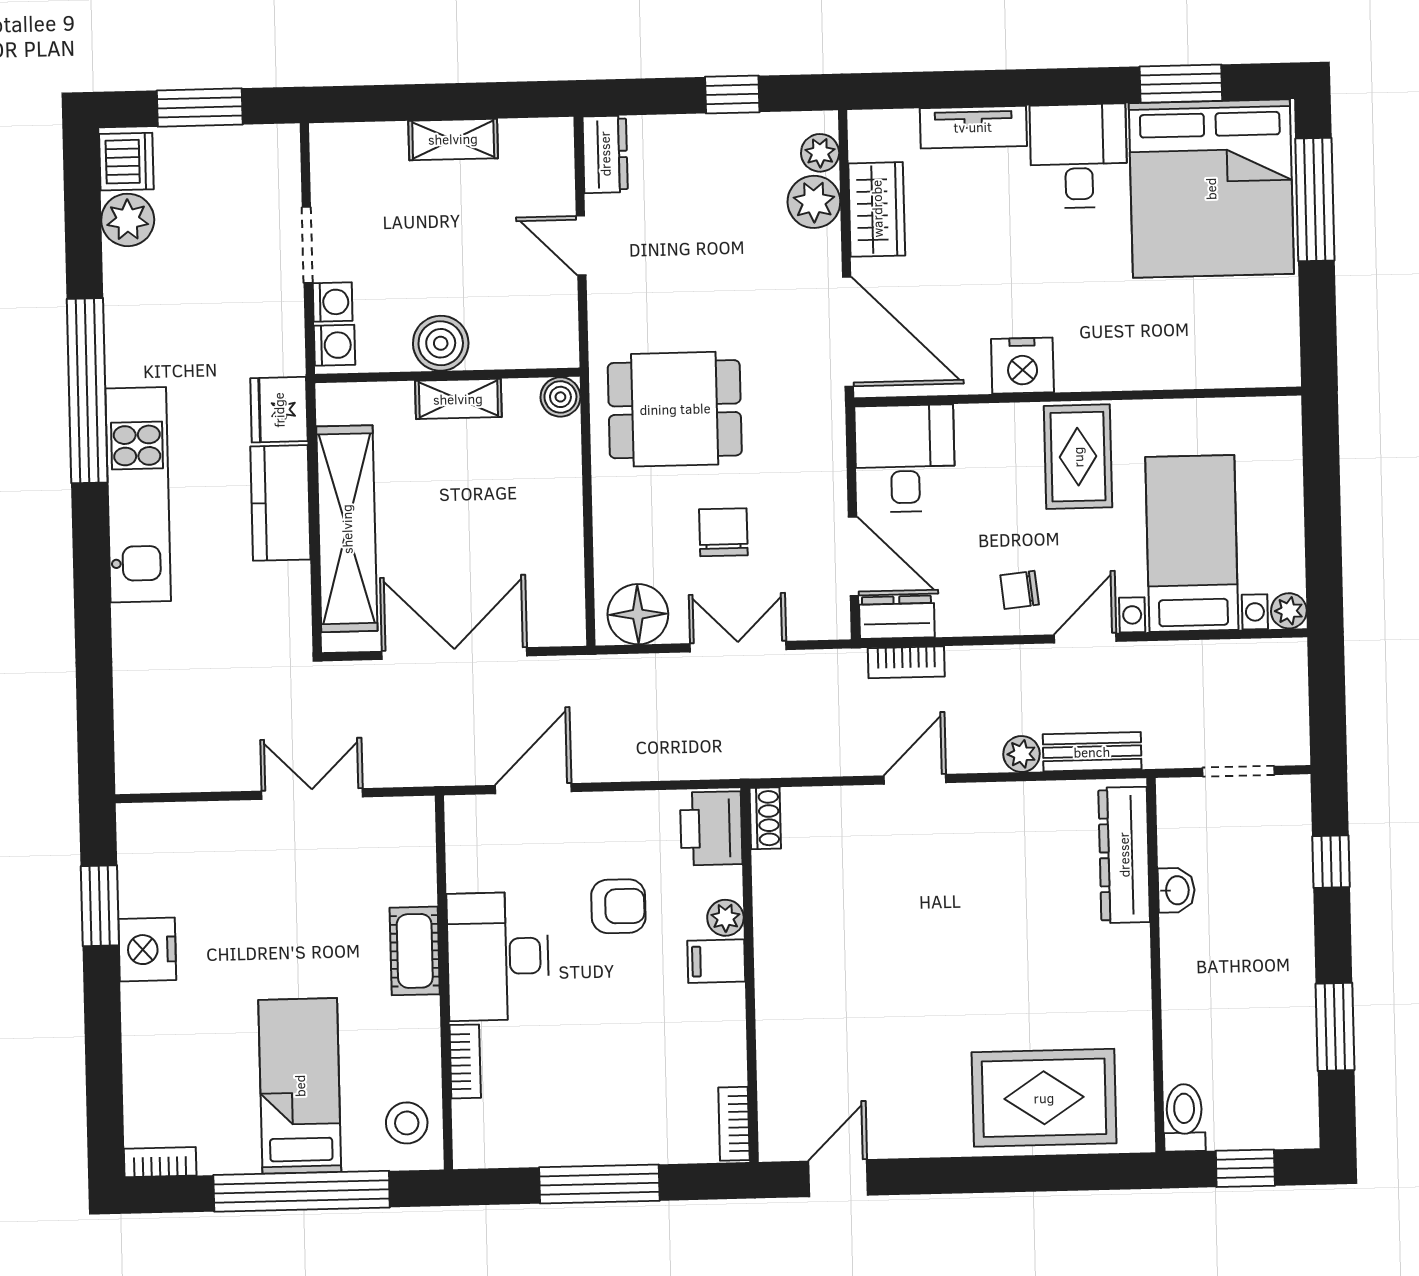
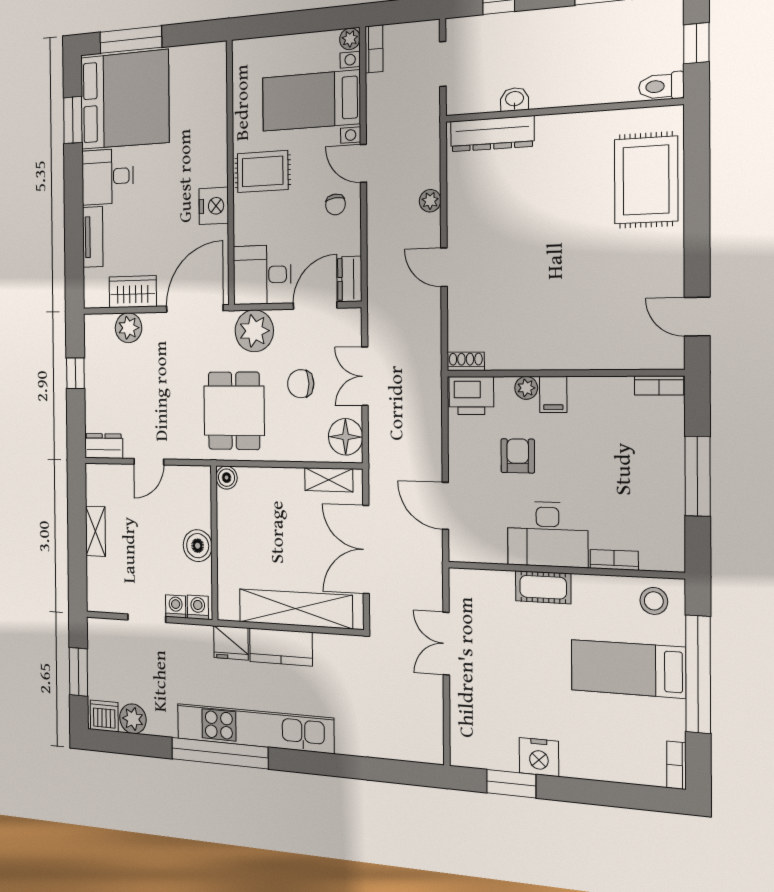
plant: (820, 153) -> (254, 331), moved, width x1.88, depth x1.88
shelving: (458, 399) -> (329, 480), moved, turned 90
kitchen unit: (138, 495) -> (254, 728), width x1.36
bookcase: (906, 662) -> (374, 49), moved
bench: (1092, 752) -> (430, 157), removed

